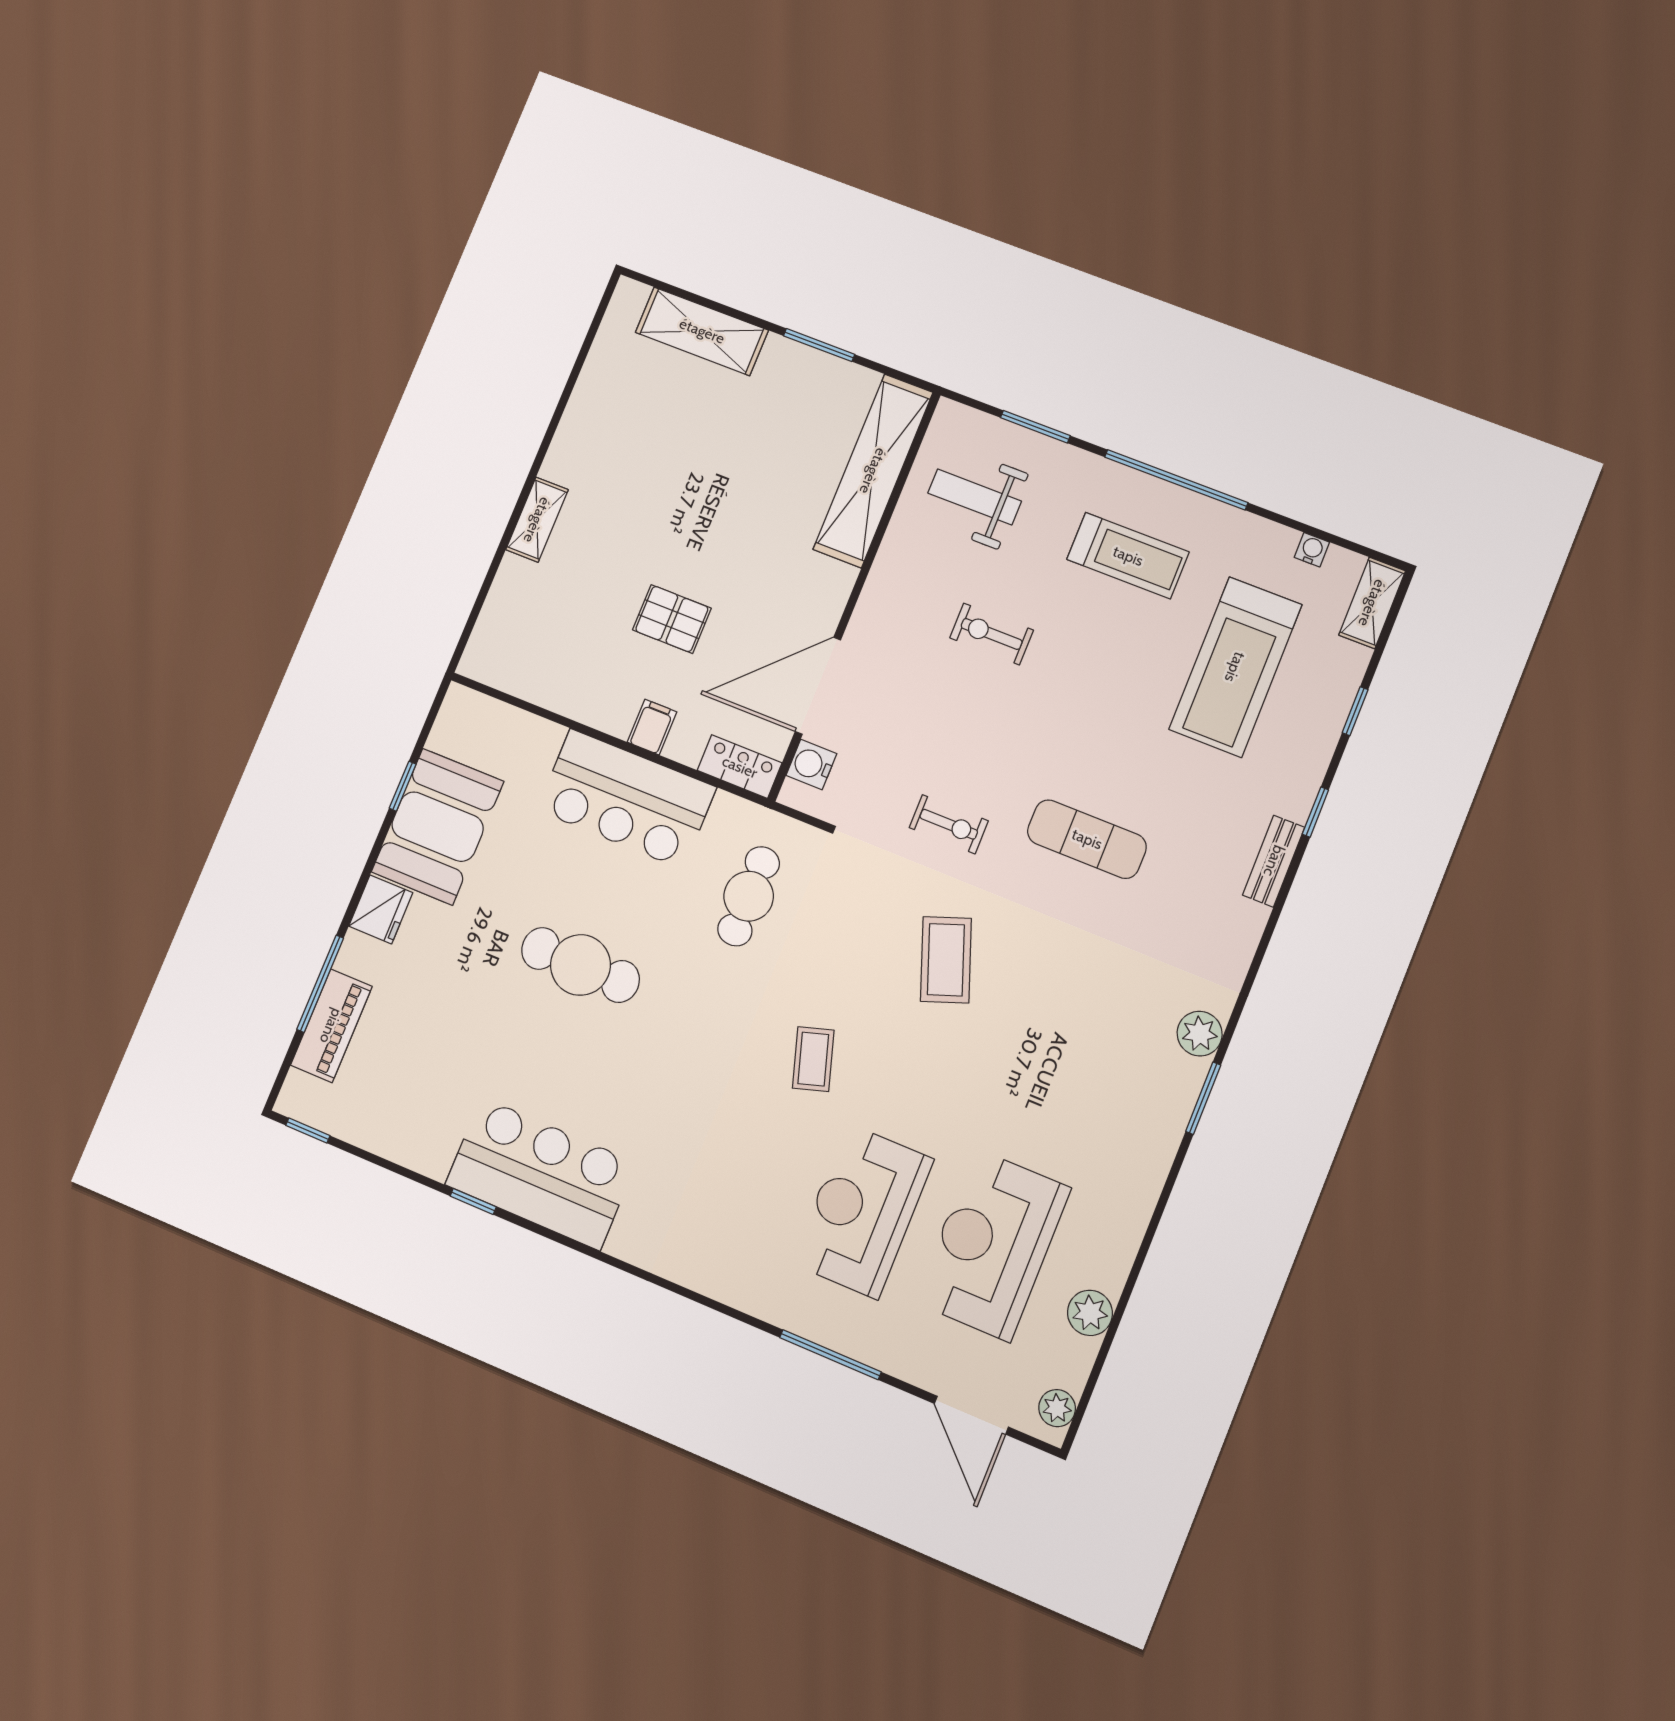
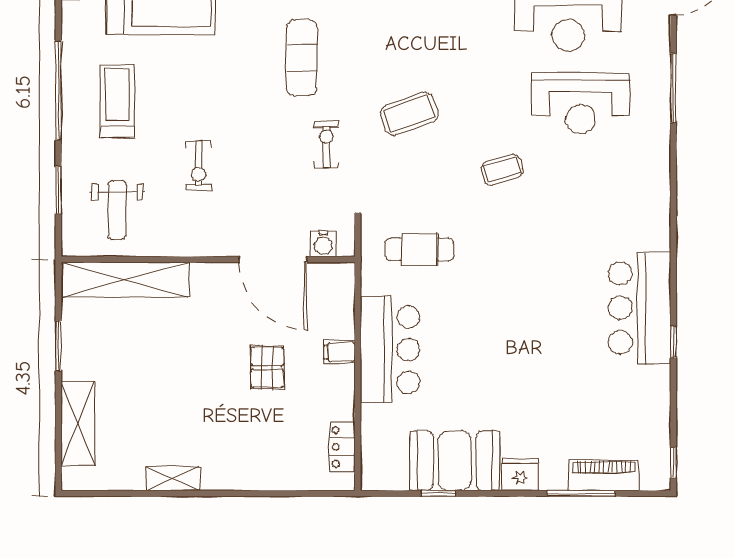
shelving: (537, 520) -> (173, 479), moved
locker: (740, 767) -> (342, 447), moved
cafe table: (580, 965) -> (503, 336), removed

